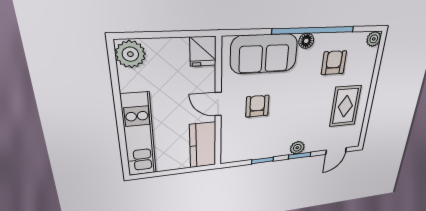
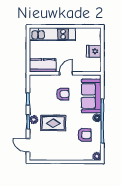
fridge: (203, 51) -> (94, 51), moved
plant: (130, 54) -> (94, 34), removed
rug: (345, 106) -> (53, 123), moved

